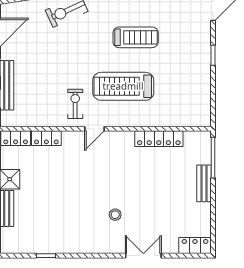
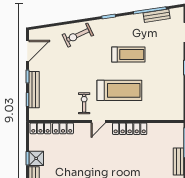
treadmill: (123, 86) -> (119, 90), turned 180
locker: (159, 139) -> (130, 129), moved

